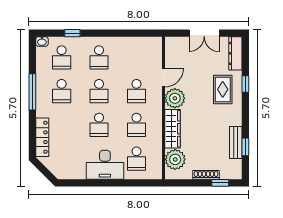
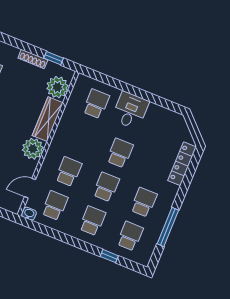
washbasin: (42, 41) -> (29, 214), moved
door: (164, 78) -> (30, 188), moved
window: (32, 92) -> (168, 227), moved
school desk: (136, 125) -> (55, 206), moved
desk: (105, 165) -> (130, 110), width x0.73
window: (220, 183) -> (54, 58), moved

